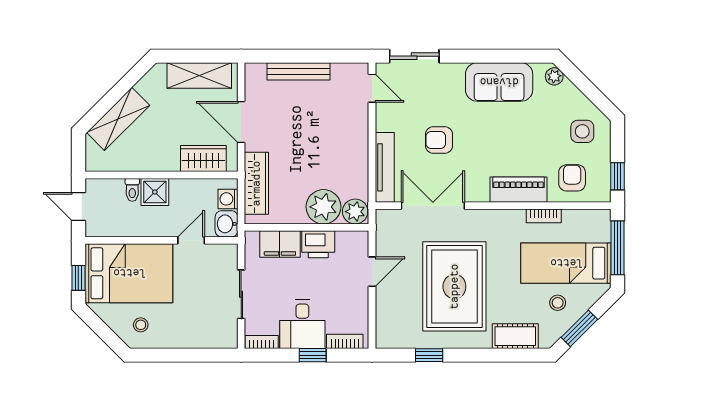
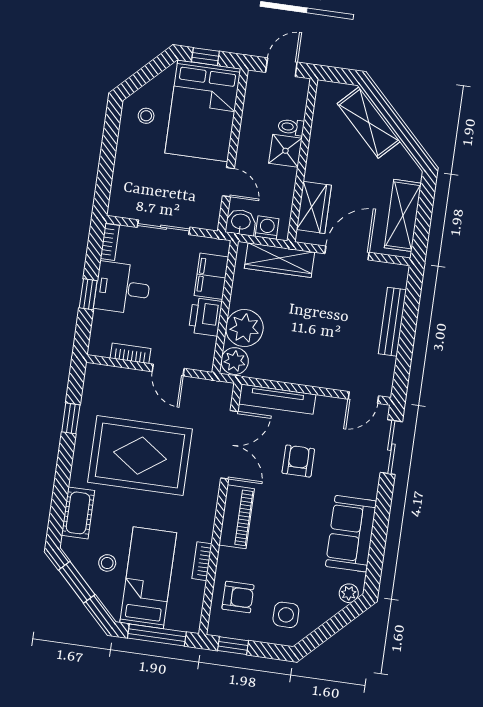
piano: (518, 190) -> (237, 517), moved
bookcase: (345, 341) -> (130, 353), moved, turned -90

